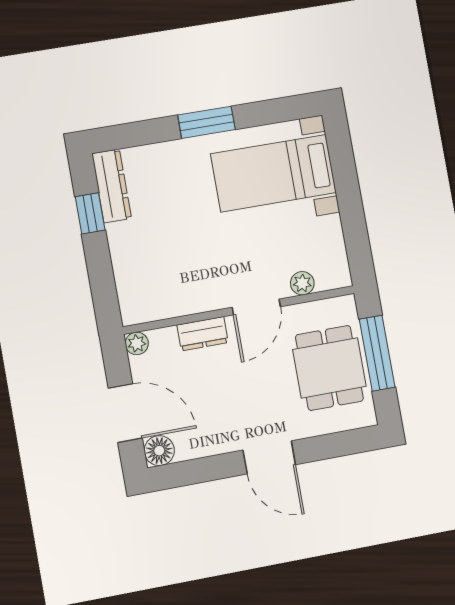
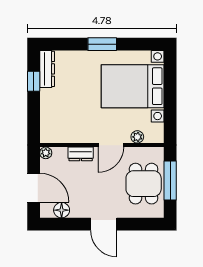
bed with nightstands: (274, 173) -> (133, 86), width x1.36
floor lamp: (159, 451) -> (62, 210), moved

